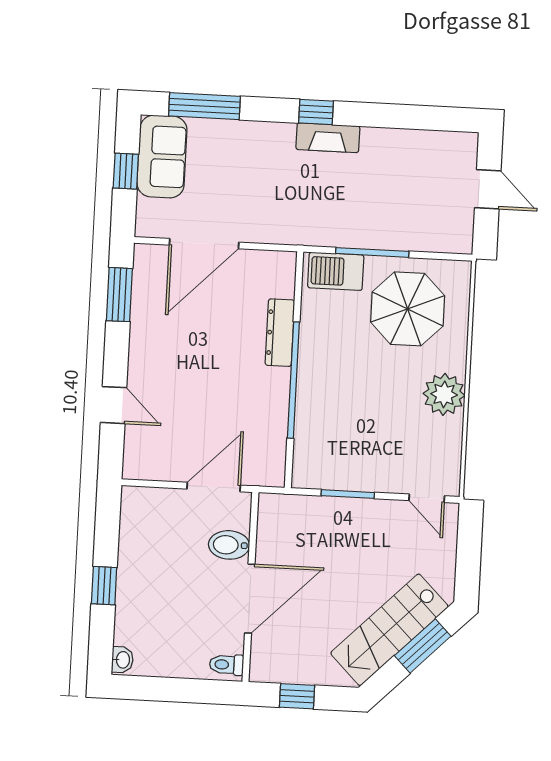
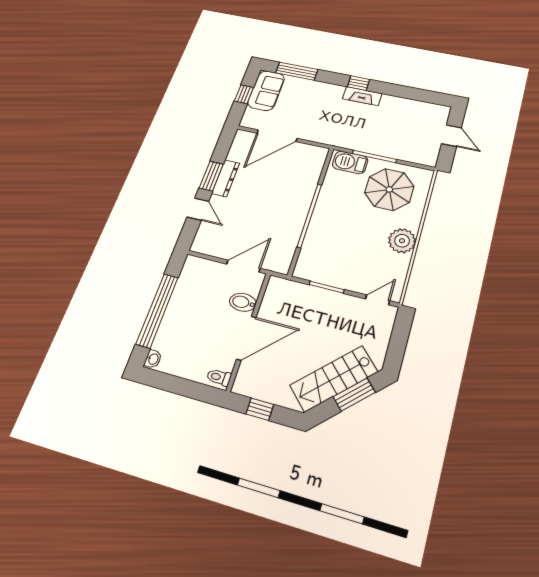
window: (119, 295) -> (211, 176), moved
dresser: (280, 333) -> (226, 178), moved, turned 180
door: (427, 498) -> (378, 300), swing flipped
window: (104, 586) -> (157, 310), width x3.17

